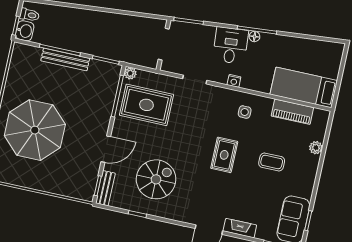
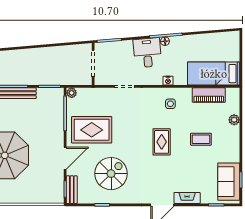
nightstand: (234, 81) -> (168, 81), moved
rug: (146, 105) -> (92, 130), moved

